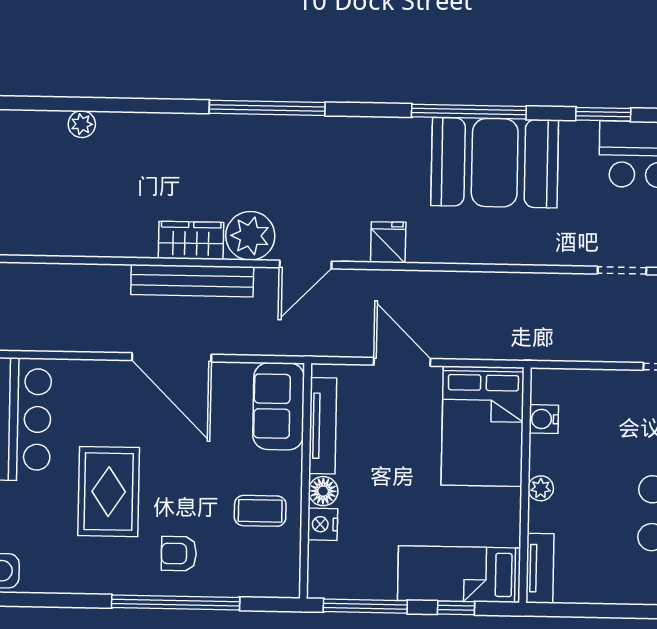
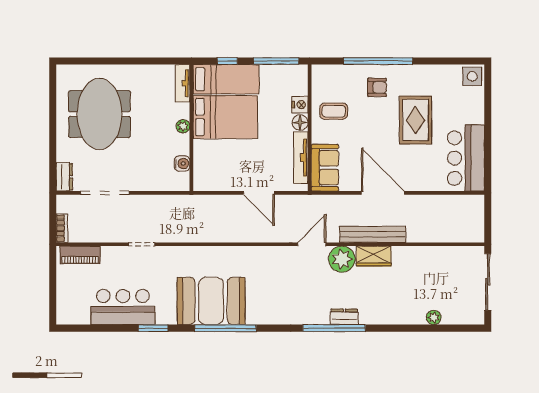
dresser: (248, 128) -> (344, 317), added
fridge: (388, 242) -> (268, 257), removed
bed: (483, 426) -> (225, 117), moved, turned 90

